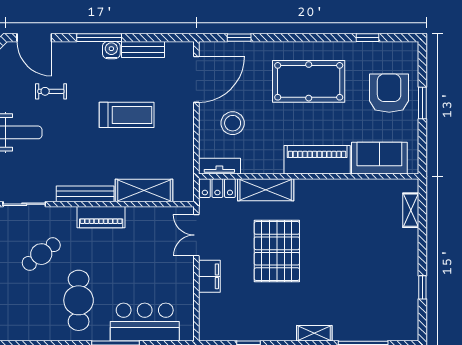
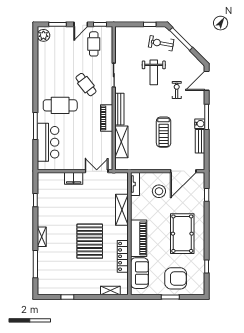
door: (196, 79) -> (183, 171), hinge flipped
locker: (217, 188) -> (123, 256), moved, width x1.53
pallet: (277, 251) -> (90, 241), moved, turned 90

